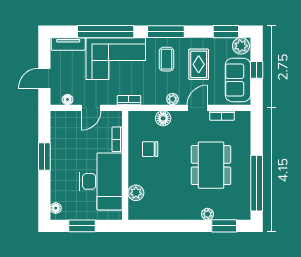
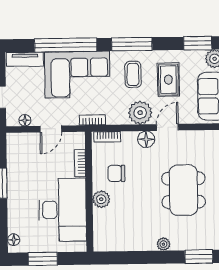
plant: (173, 99) -> (140, 113), width x1.88, depth x1.88
bookcase: (222, 116) -> (107, 137), moved
floor lamp: (163, 118) -> (146, 139), moved
plant: (136, 193) -> (101, 199), moved
plant: (207, 214) -> (163, 244), moved

